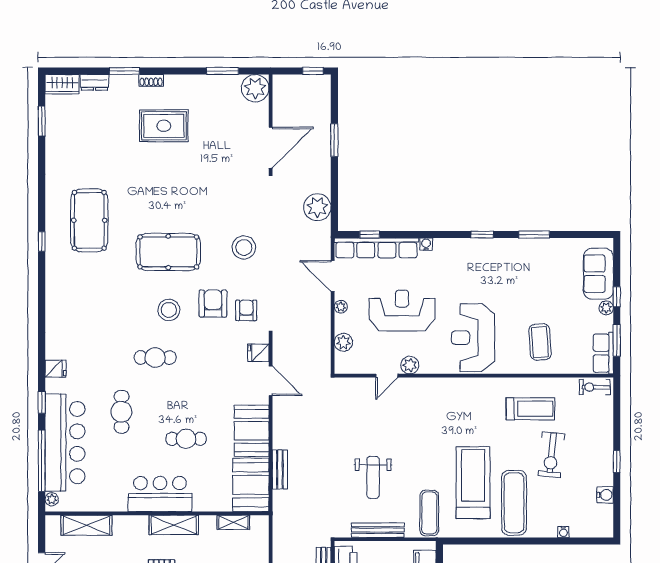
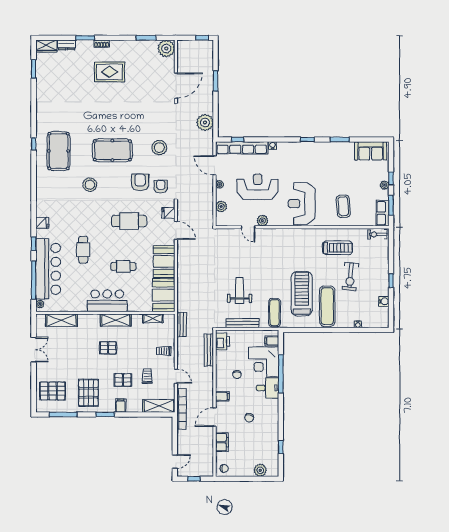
pool table: (89, 220) -> (58, 151), moved
sofa: (598, 274) -> (371, 151), moved, turned -90
stool: (169, 310) -> (90, 185), moved
cafe table: (155, 357) -> (129, 221), moved, width x1.37, depth x1.35
door: (387, 376) -> (248, 227), hinge flipped
bench: (280, 469) -> (182, 324), moved
weight bench: (373, 477) -> (240, 290), turned 180

